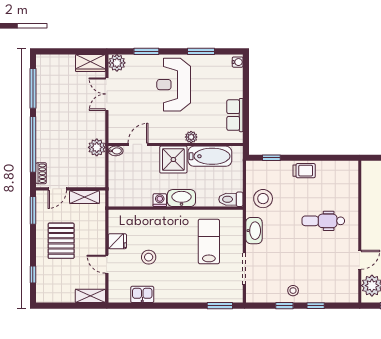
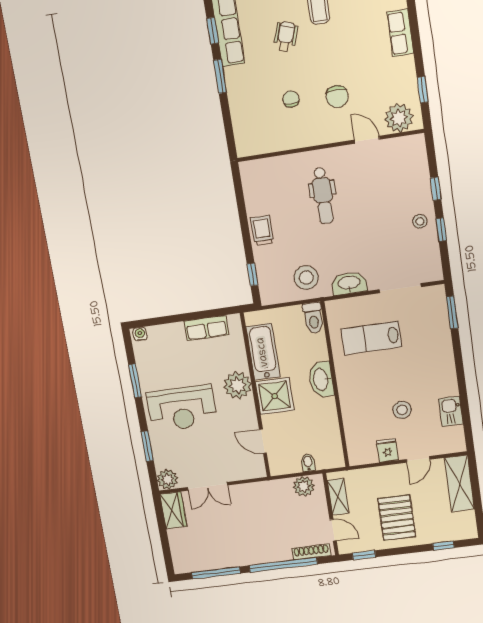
plant: (191, 137) -> (238, 385), width x1.88, depth x1.88
plant: (97, 147) -> (304, 486), moved
bidet: (116, 151) -> (308, 463), moved
shoe rack: (41, 173) -> (311, 552), width x1.43
washing machine: (160, 200) -> (328, 406), removed
window: (33, 210) -> (364, 555), width x0.67
pallet: (61, 241) -> (397, 518), turned 90
shelving: (90, 296) -> (459, 484), width x1.50, depth x1.33

